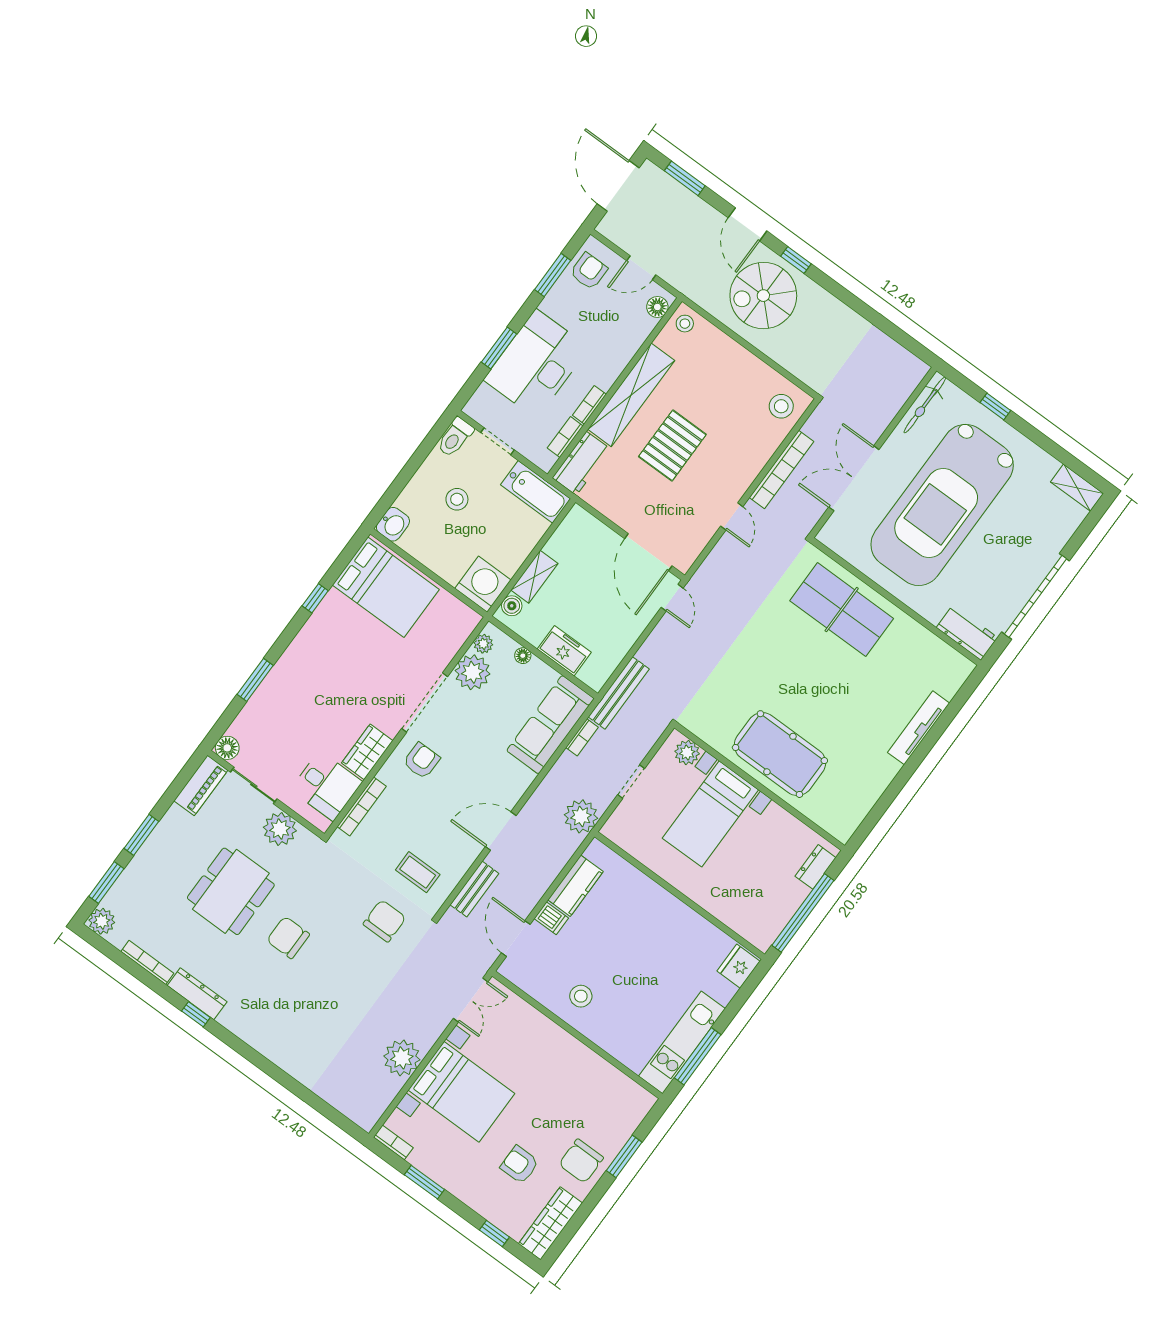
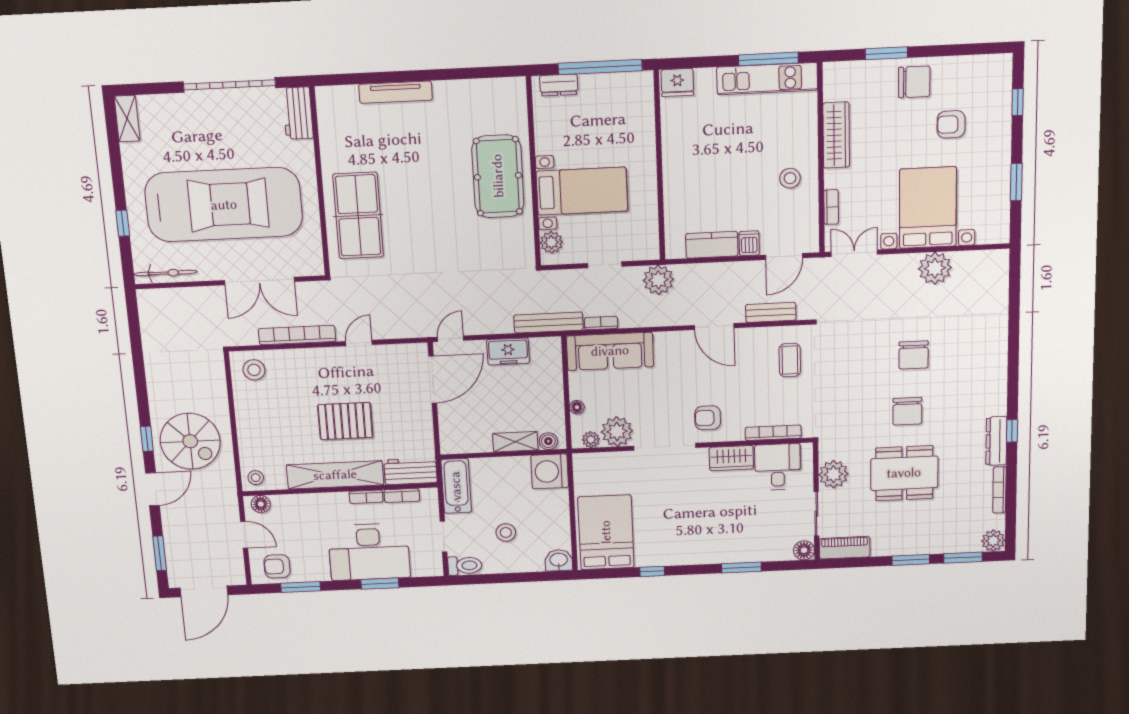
freezer: (564, 651) -> (508, 351), moved, turned -90
chair: (385, 921) -> (914, 355), moved, turned -90
bookcase: (393, 1142) -> (831, 207), moved, turned 180
armchair: (520, 1165) -> (951, 124), turned 90
wardrobe: (551, 1223) -> (836, 135), moved, turned -90

